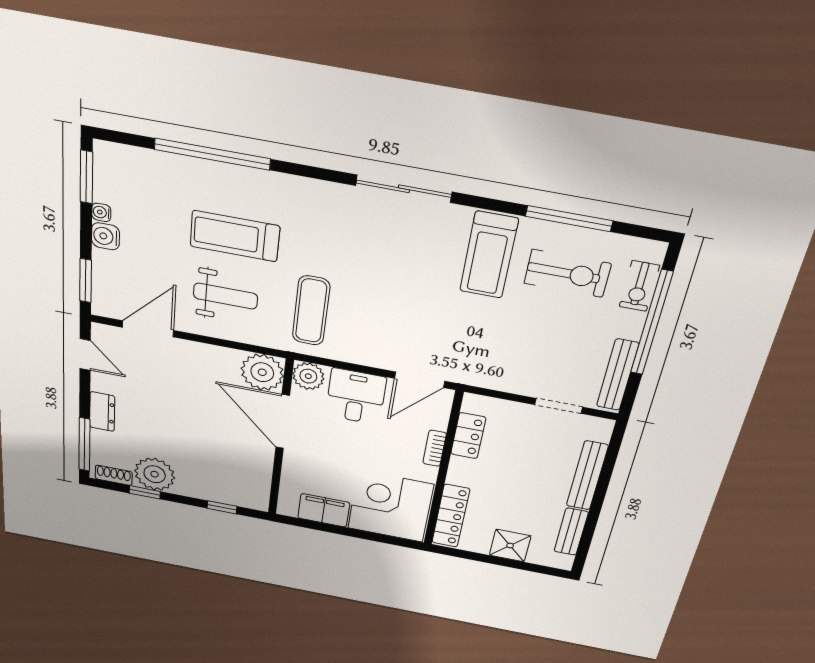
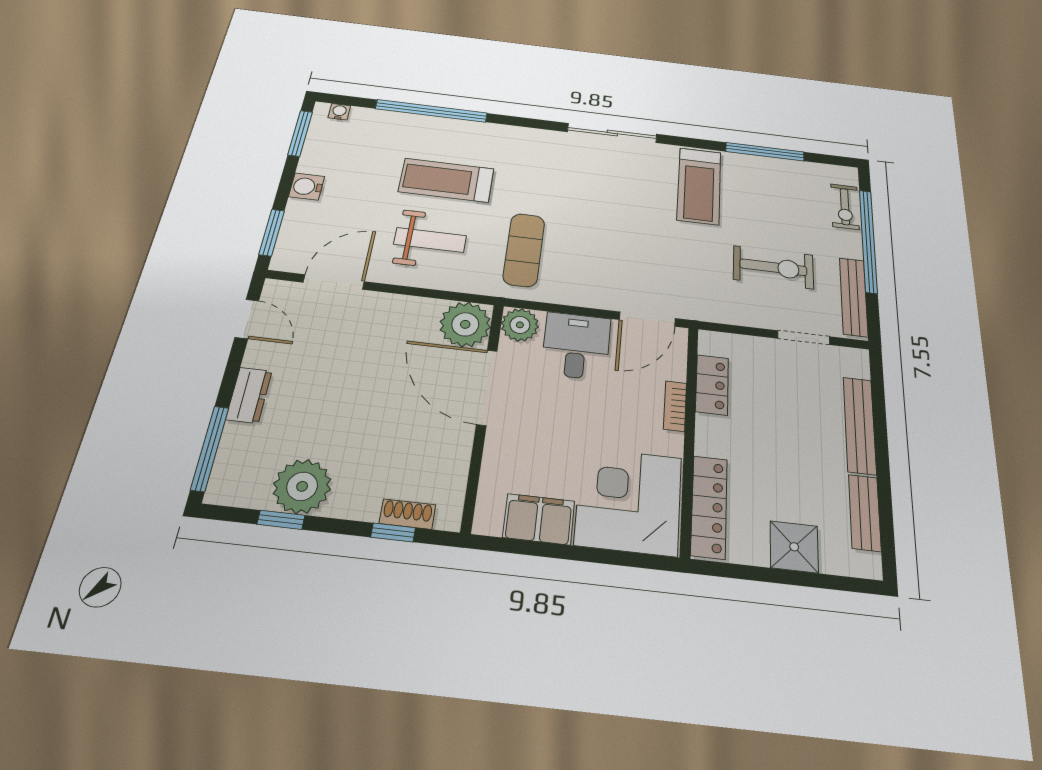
water cooler: (101, 212) -> (339, 112), moved, turned 90
exercise bike: (567, 273) -> (773, 267), moved
shoe rack: (114, 475) -> (407, 514), moved

